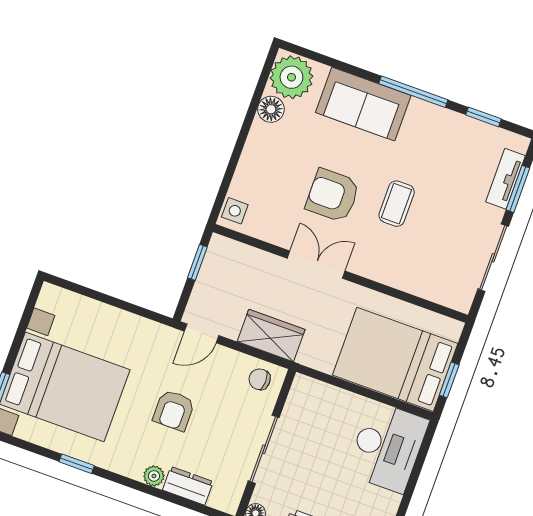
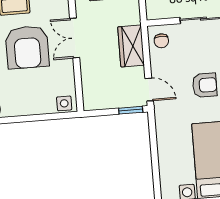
armchair: (333, 195) -> (27, 47), width x1.36, depth x1.36
window: (197, 262) -> (131, 110), moved

